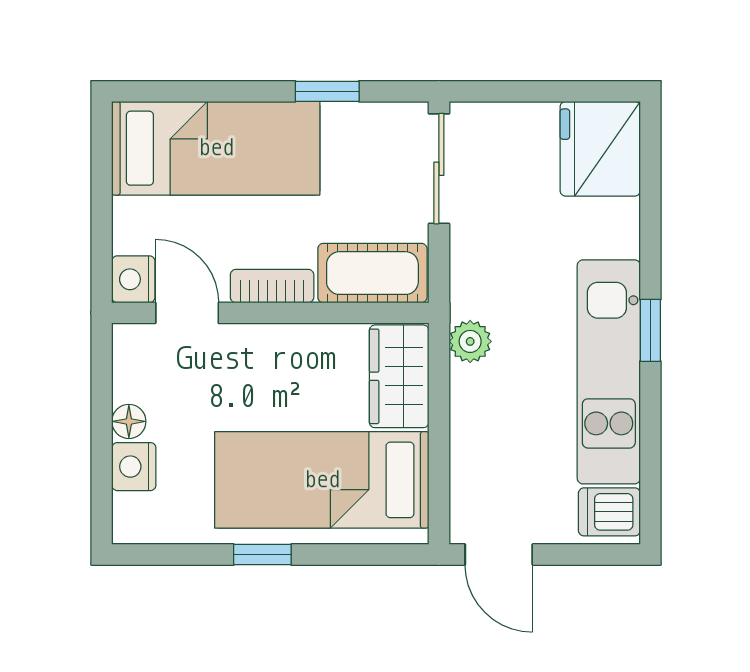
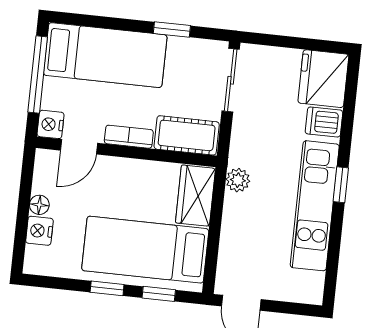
window: (102, 195) -> (38, 74), added
door: (187, 313) -> (79, 147), swing flipped
dishwasher: (609, 512) -> (324, 122), moved
window: (354, 554) -> (159, 294), added

